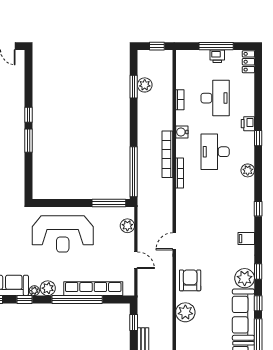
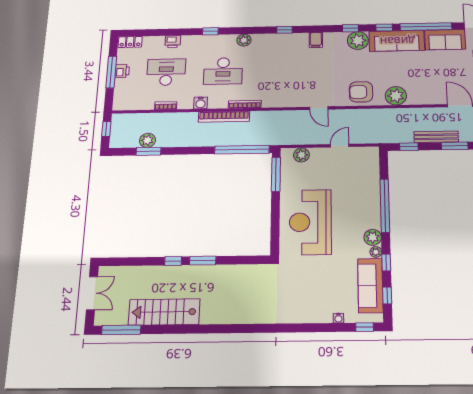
printer: (248, 124) -> (173, 42), moved
reception desk: (63, 234) -> (310, 222), turned 180
row of seats: (93, 289) -> (372, 189), removed

